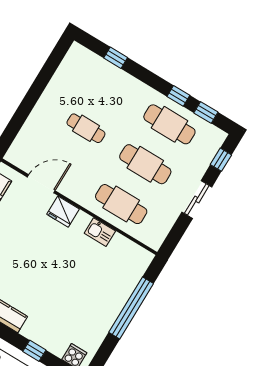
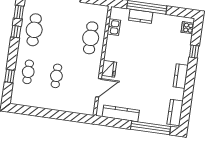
cafe table: (145, 164) -> (28, 72), moved, width x0.73, depth x0.74
door: (41, 184) -> (98, 88), swing flipped
kitchen sink: (100, 232) -> (114, 27), moved
kitchen counter: (122, 293) -> (141, 16), added

